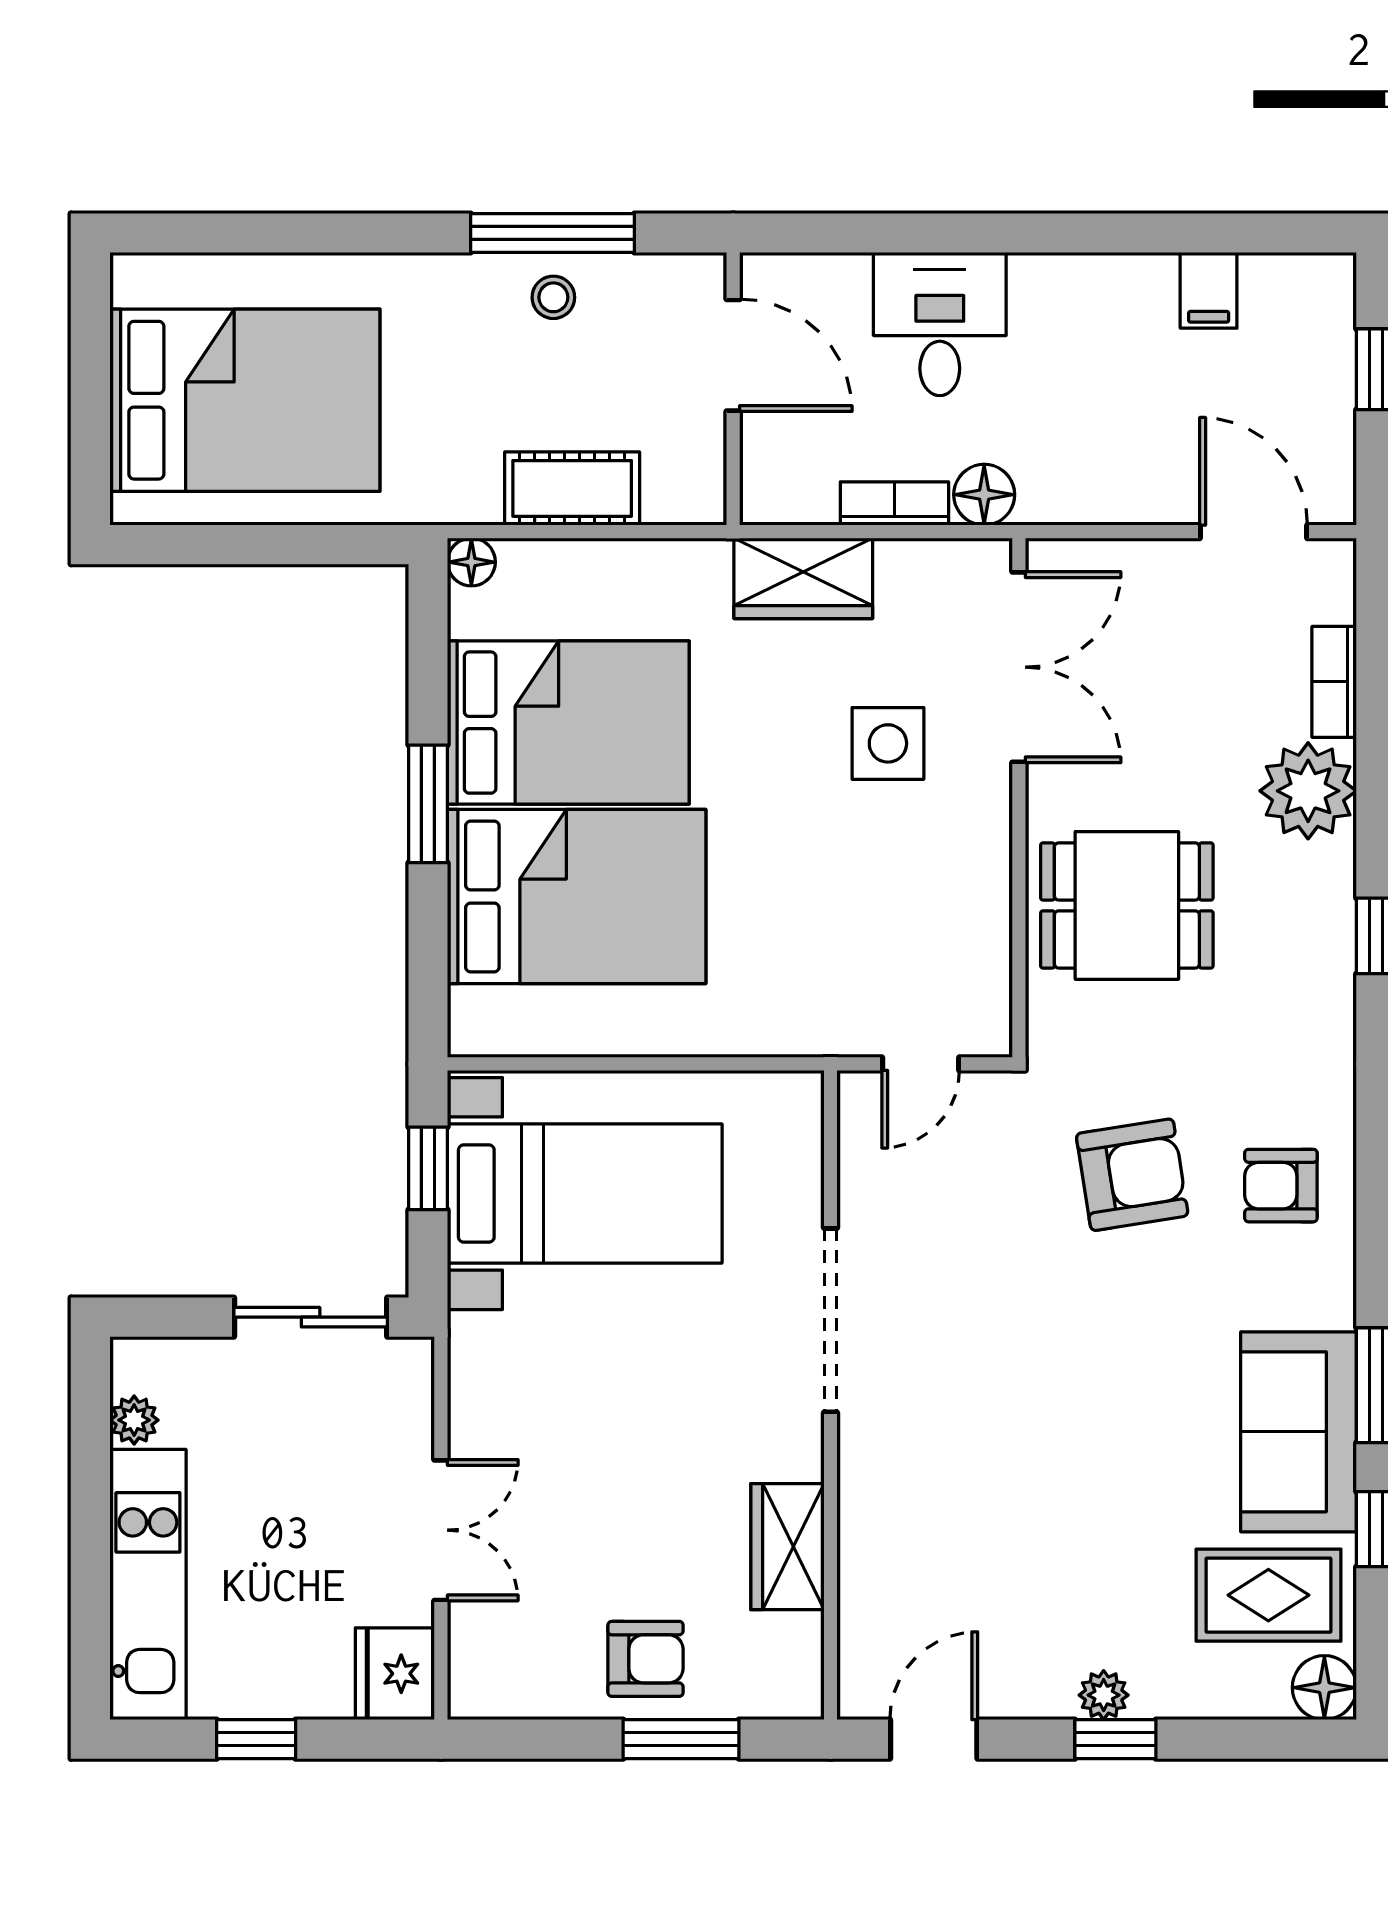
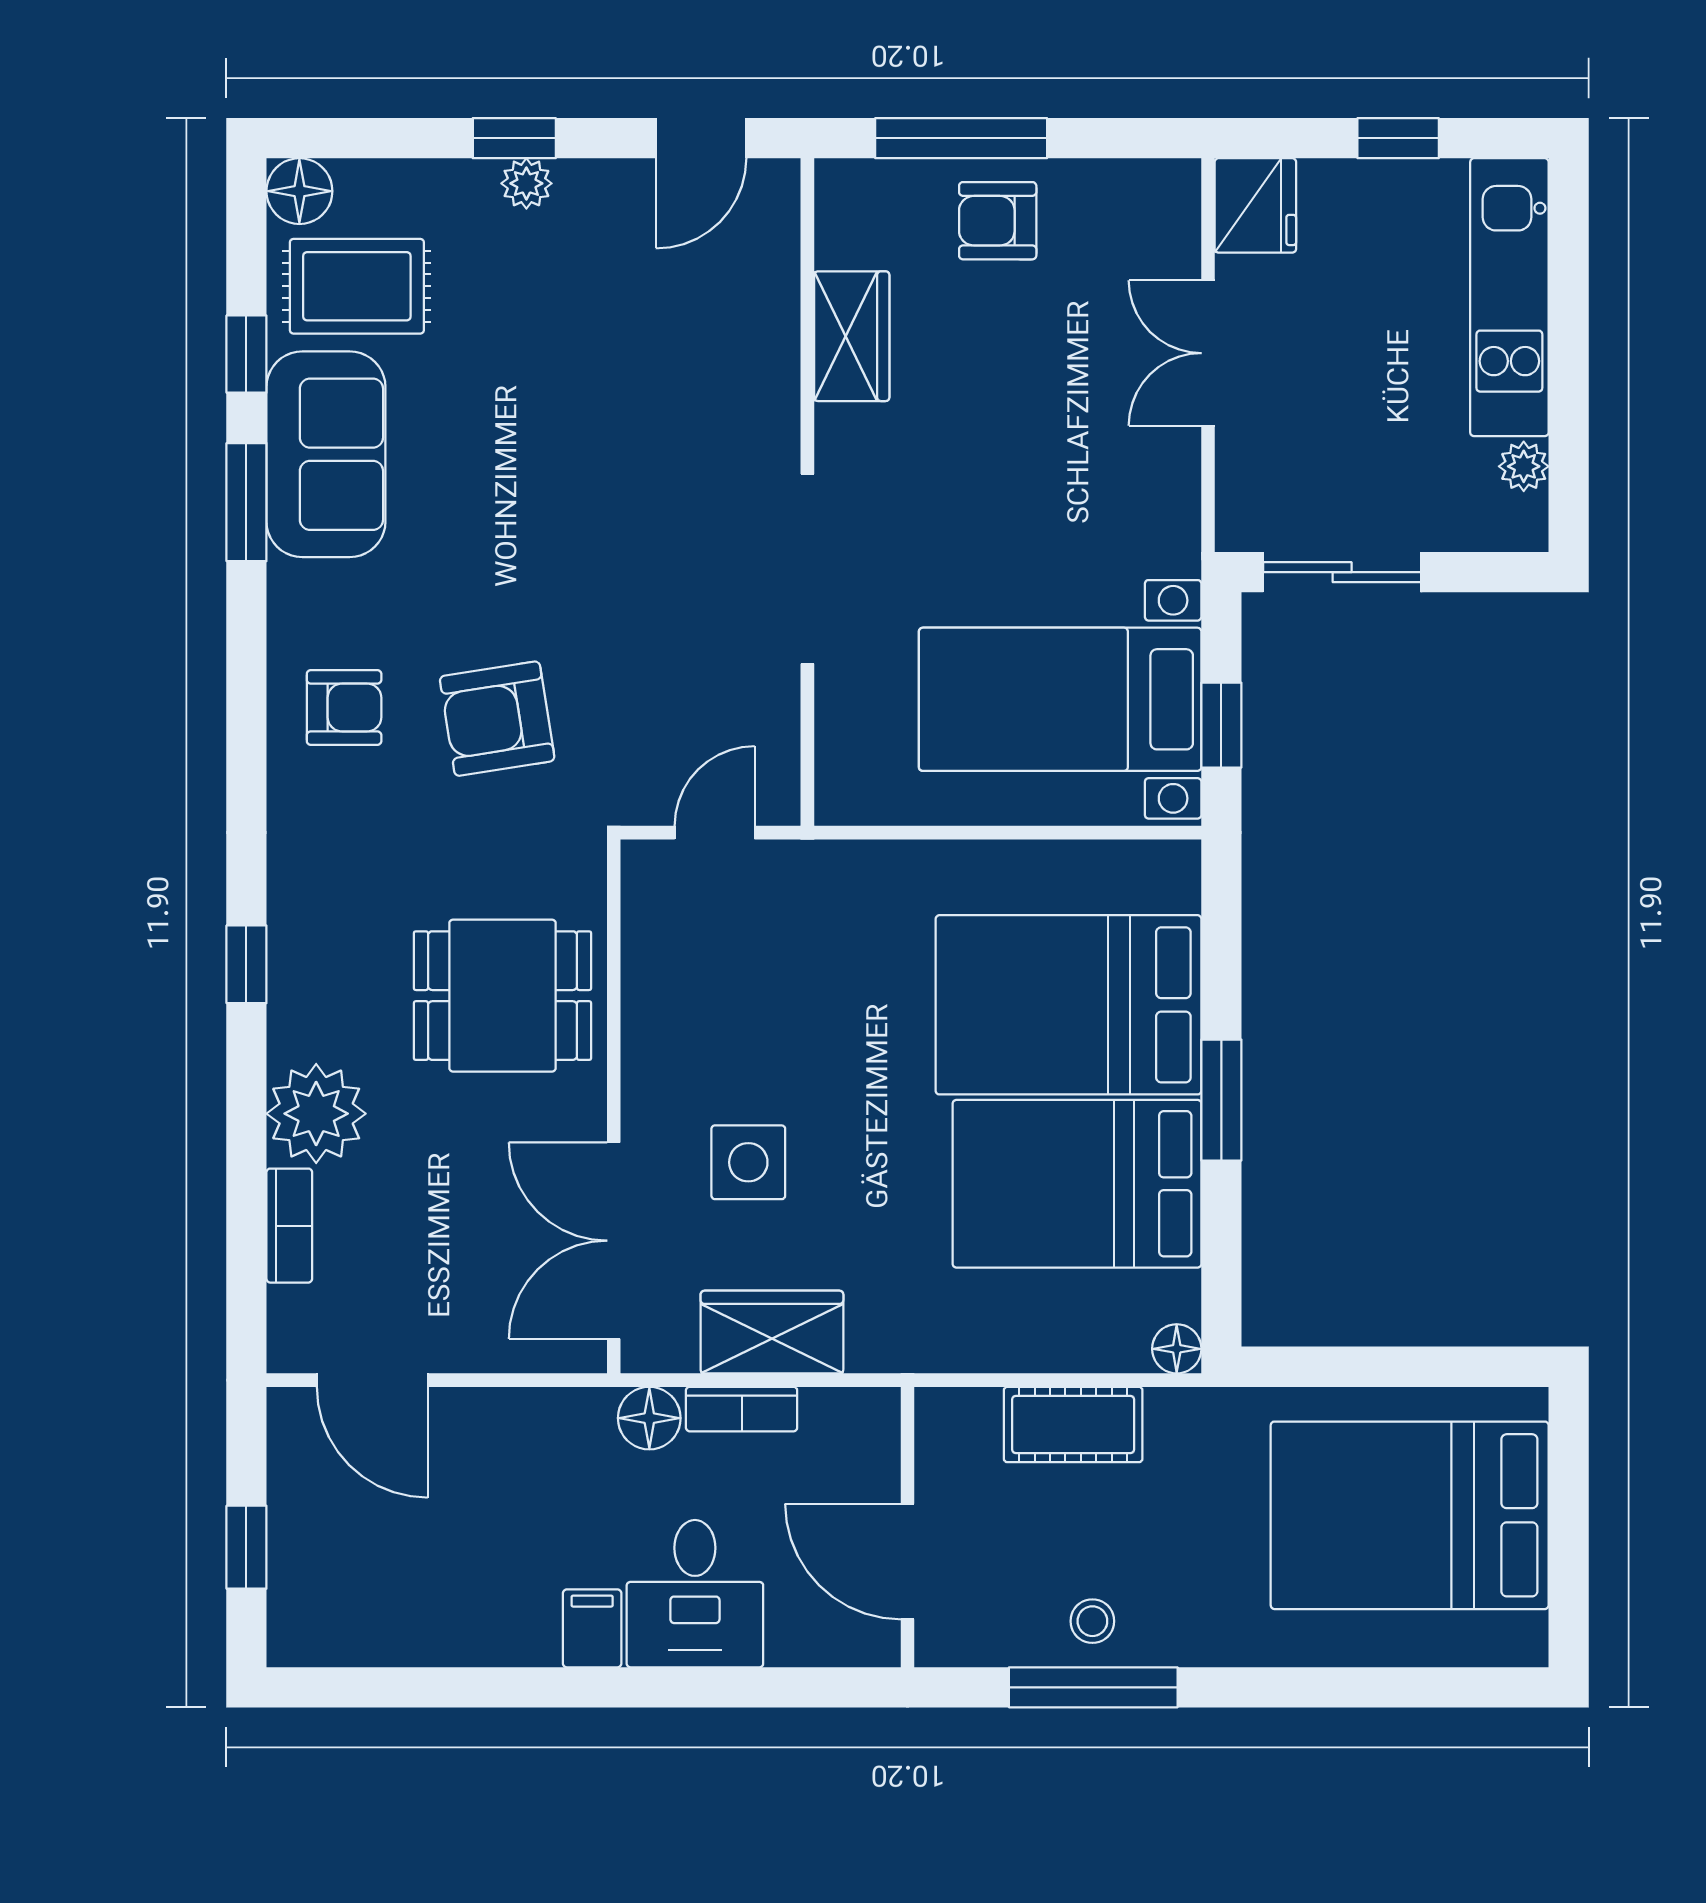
filing cabinet: (1209, 290) -> (592, 1628), moved
wardrobe: (803, 578) -> (772, 1332), moved
window: (681, 1739) -> (961, 138), width x1.44

